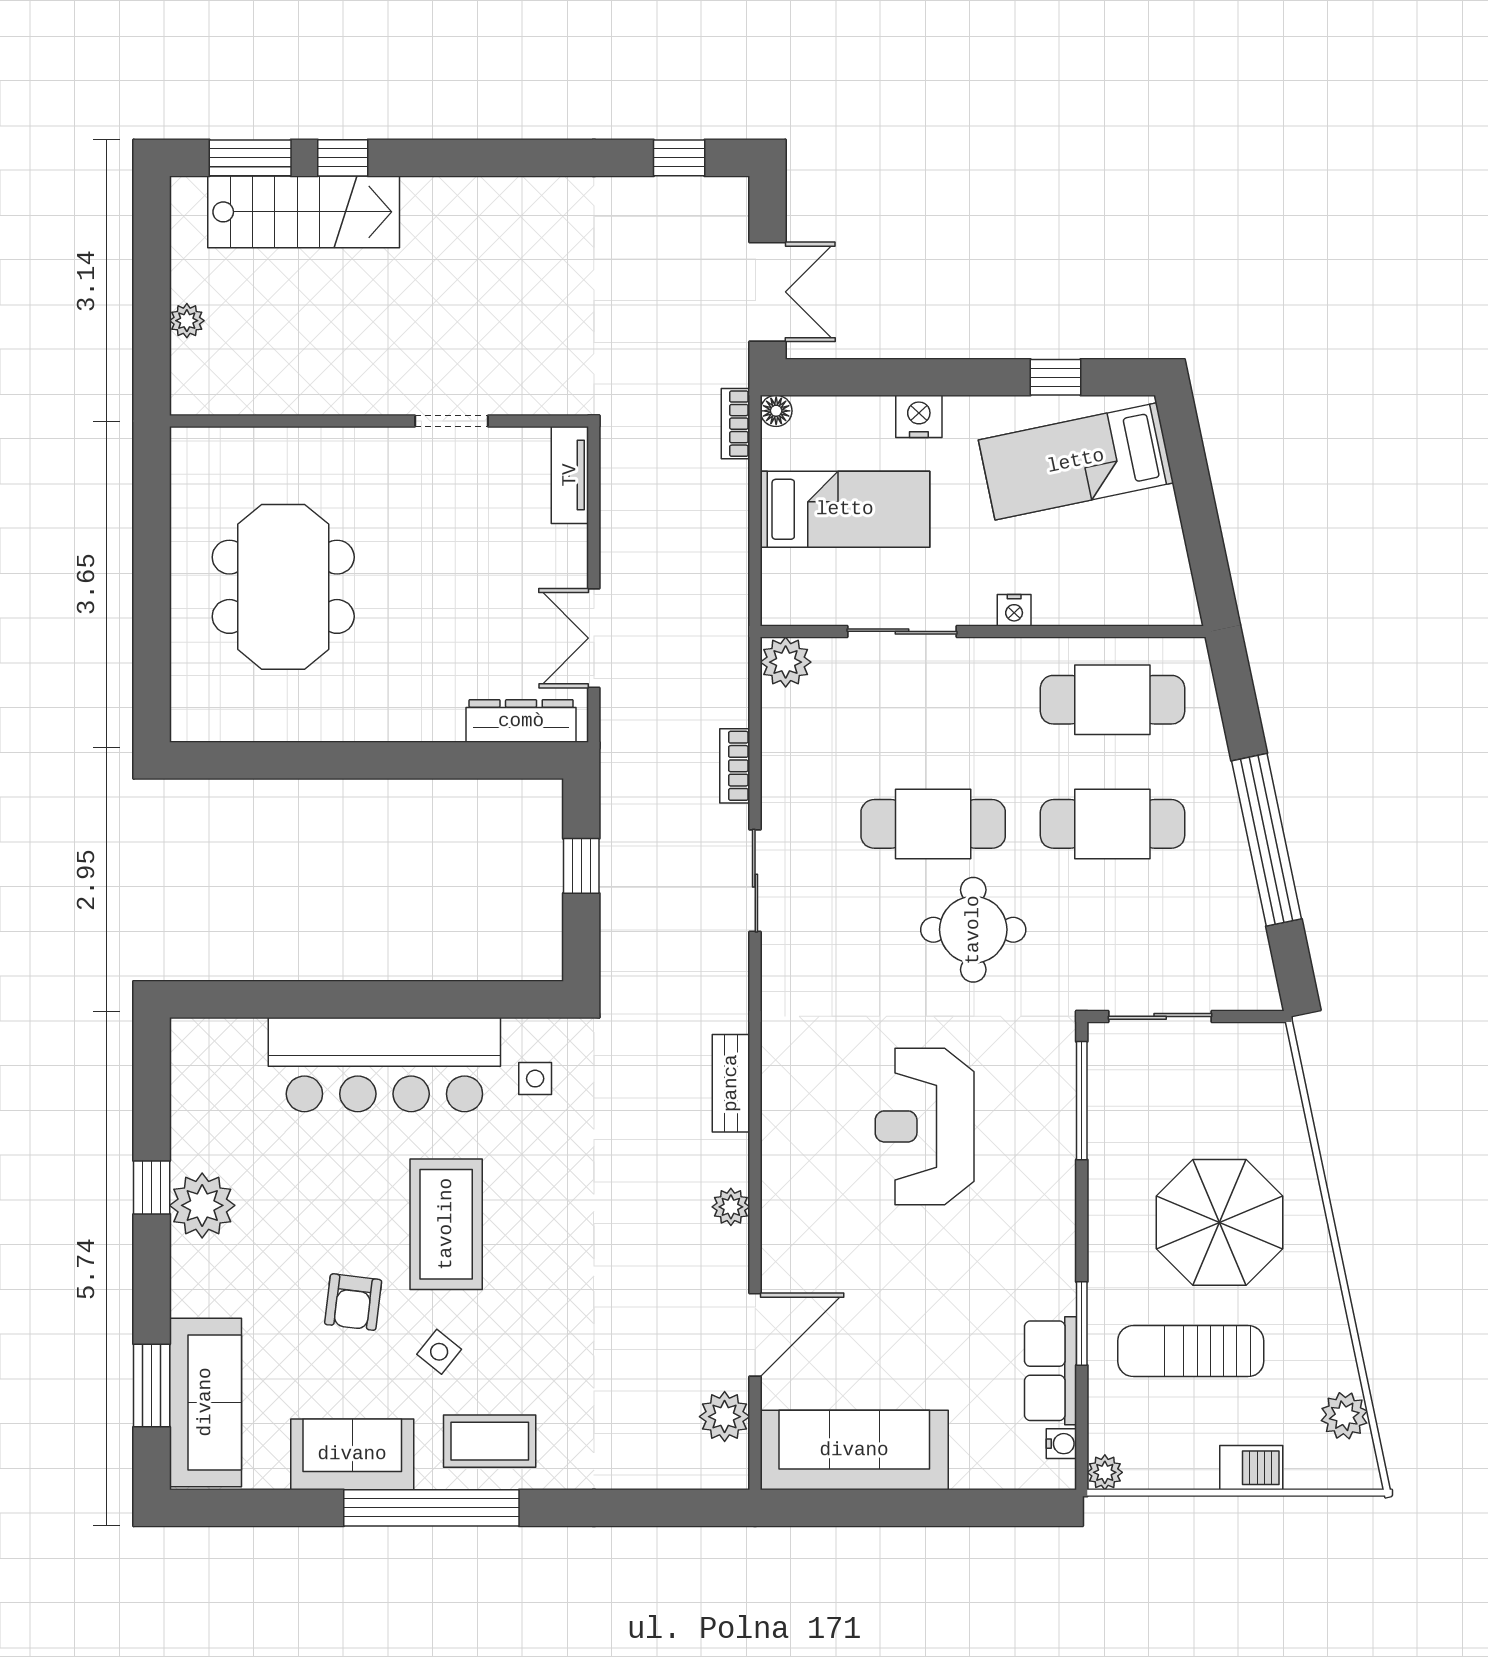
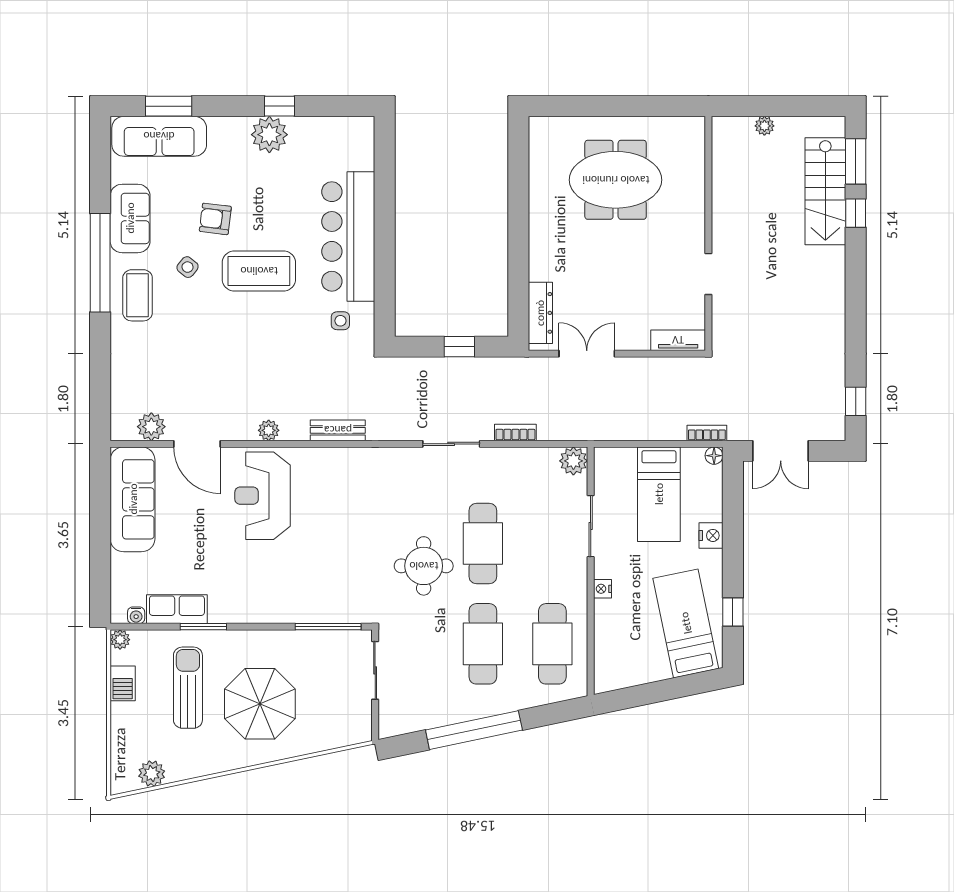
reception desk: (925, 1126) -> (263, 496), moved, turned -90
barbecue: (1251, 1468) -> (123, 683), moved

